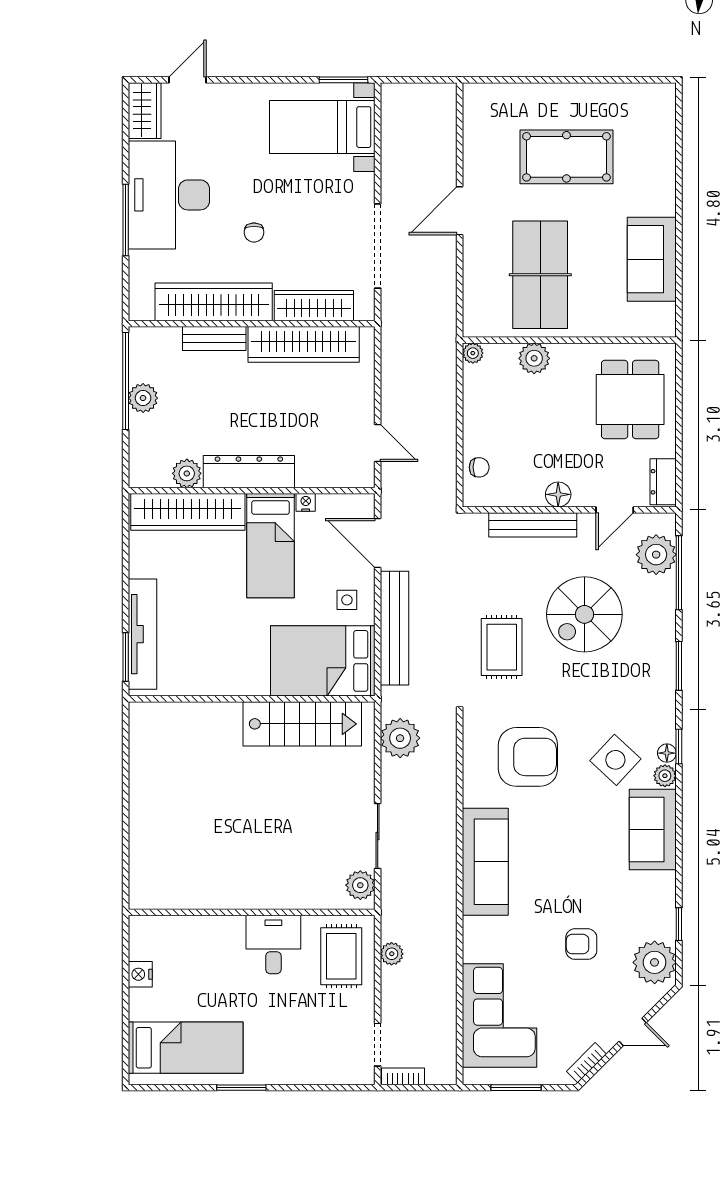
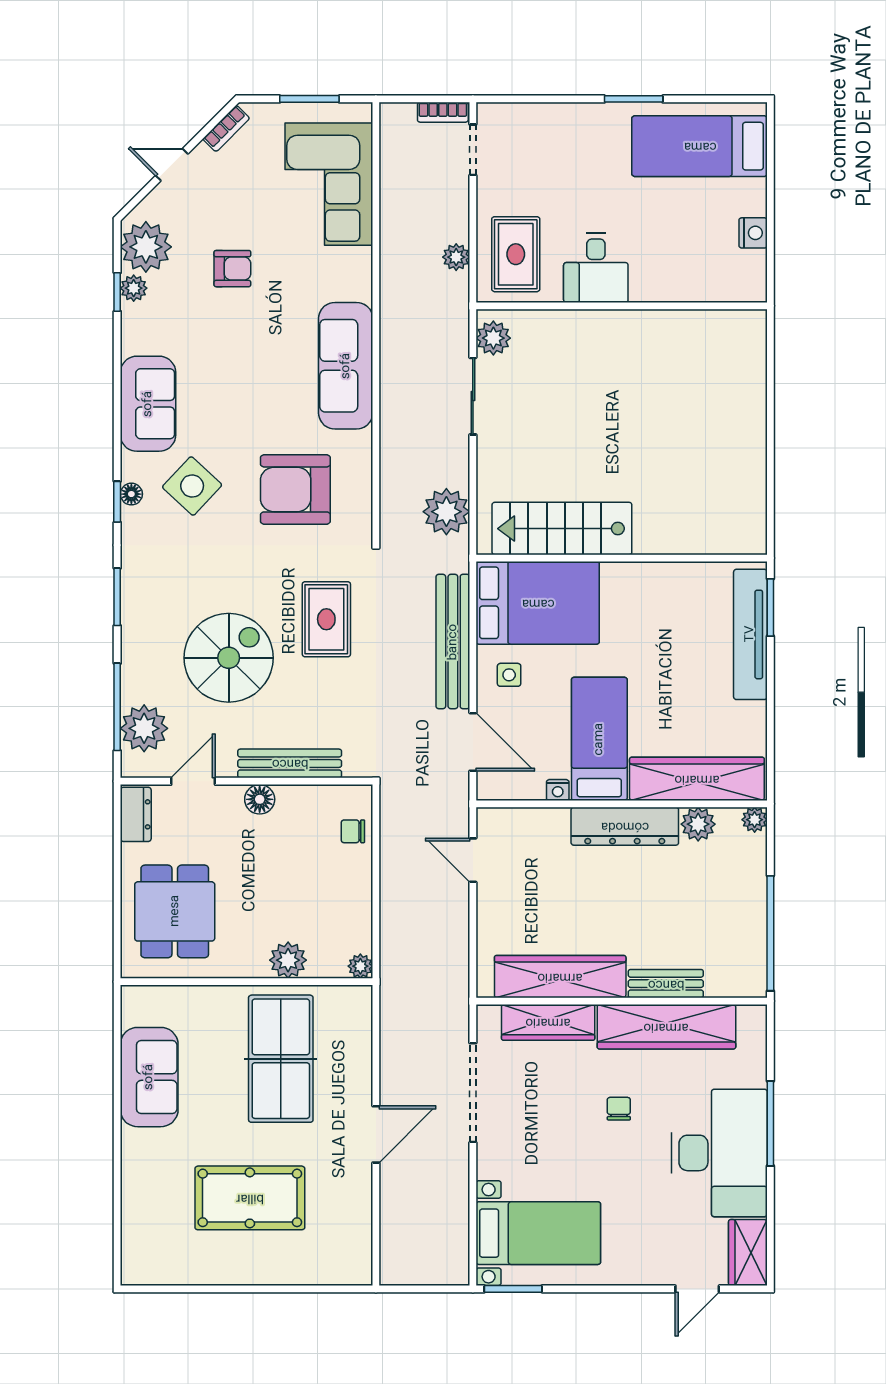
plant: (143, 398) -> (755, 820), moved, width x0.73, depth x0.73
plant: (665, 776) -> (134, 288), moved

